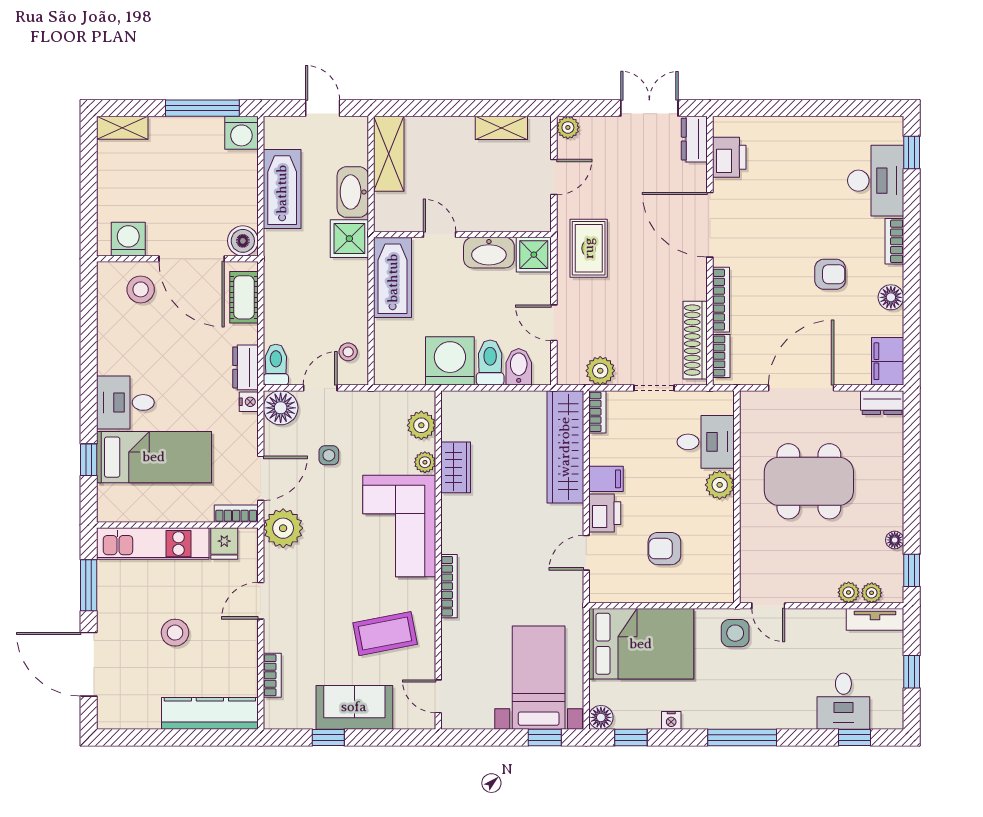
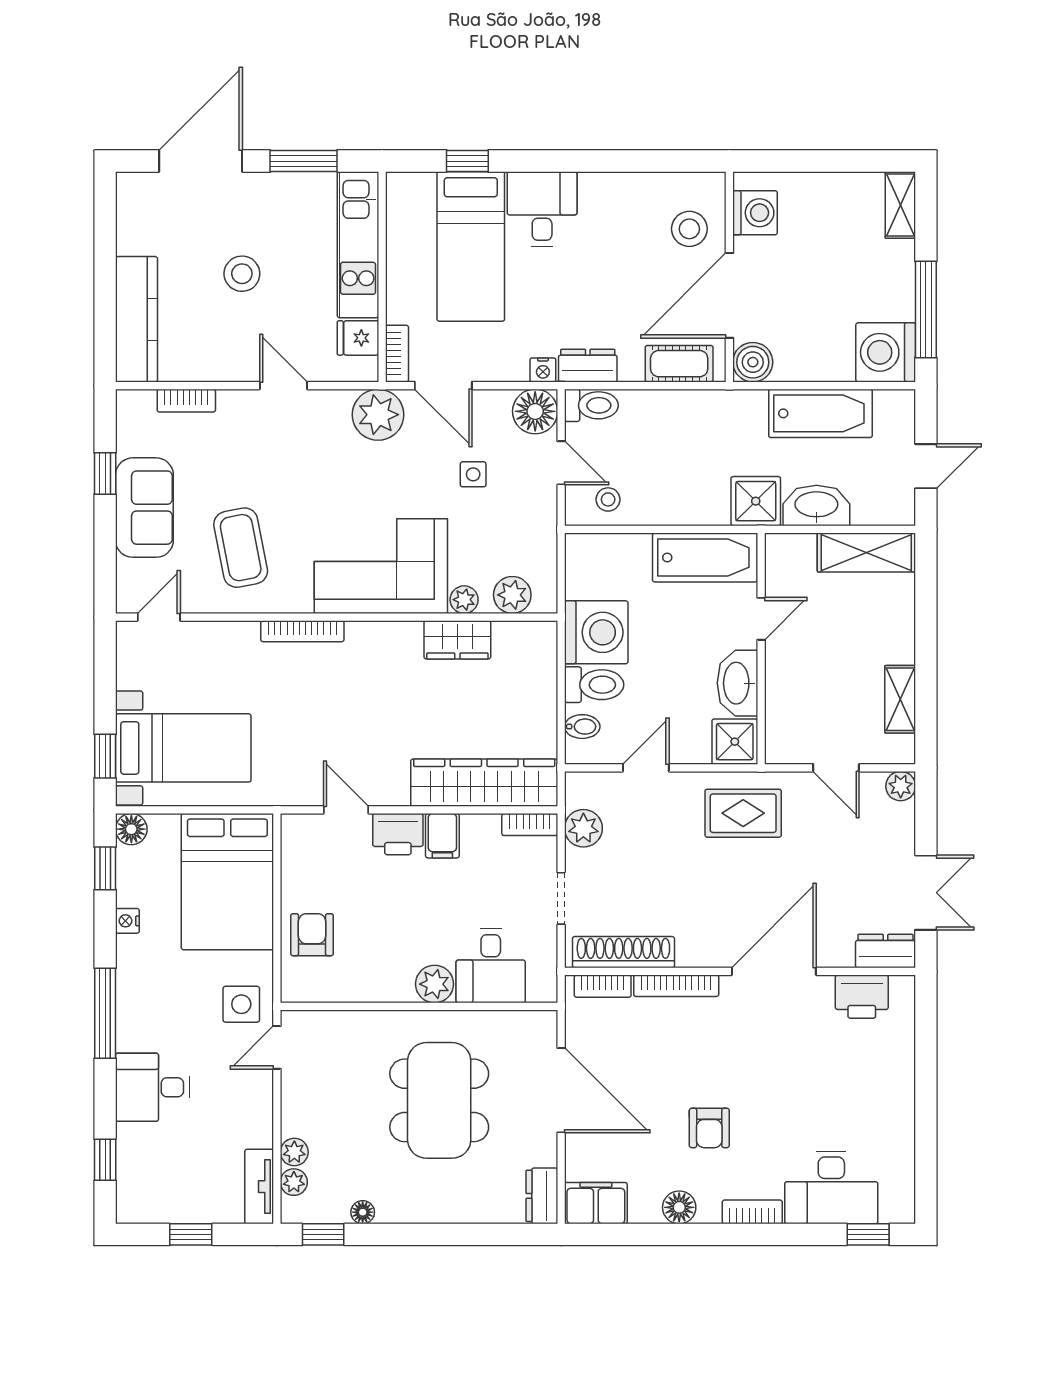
washing machine: (241, 133) -> (886, 352), width x1.37, depth x1.37
bidet: (519, 367) -> (582, 727), width x0.72, depth x0.74
armchair: (664, 549) -> (312, 935), moved
desk: (843, 701) -> (152, 1087), moved

